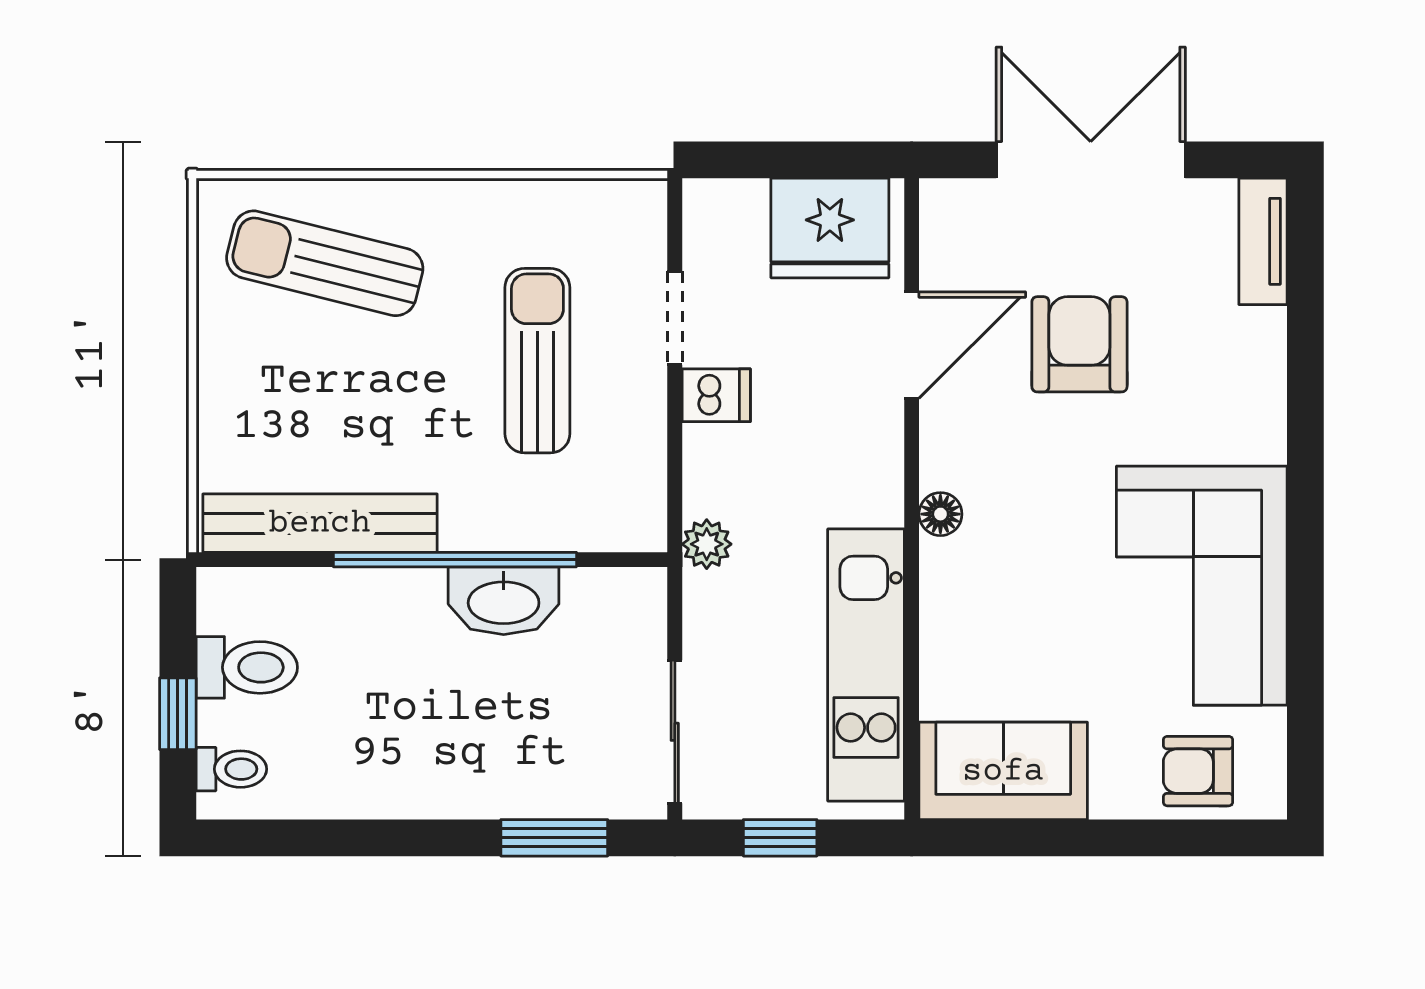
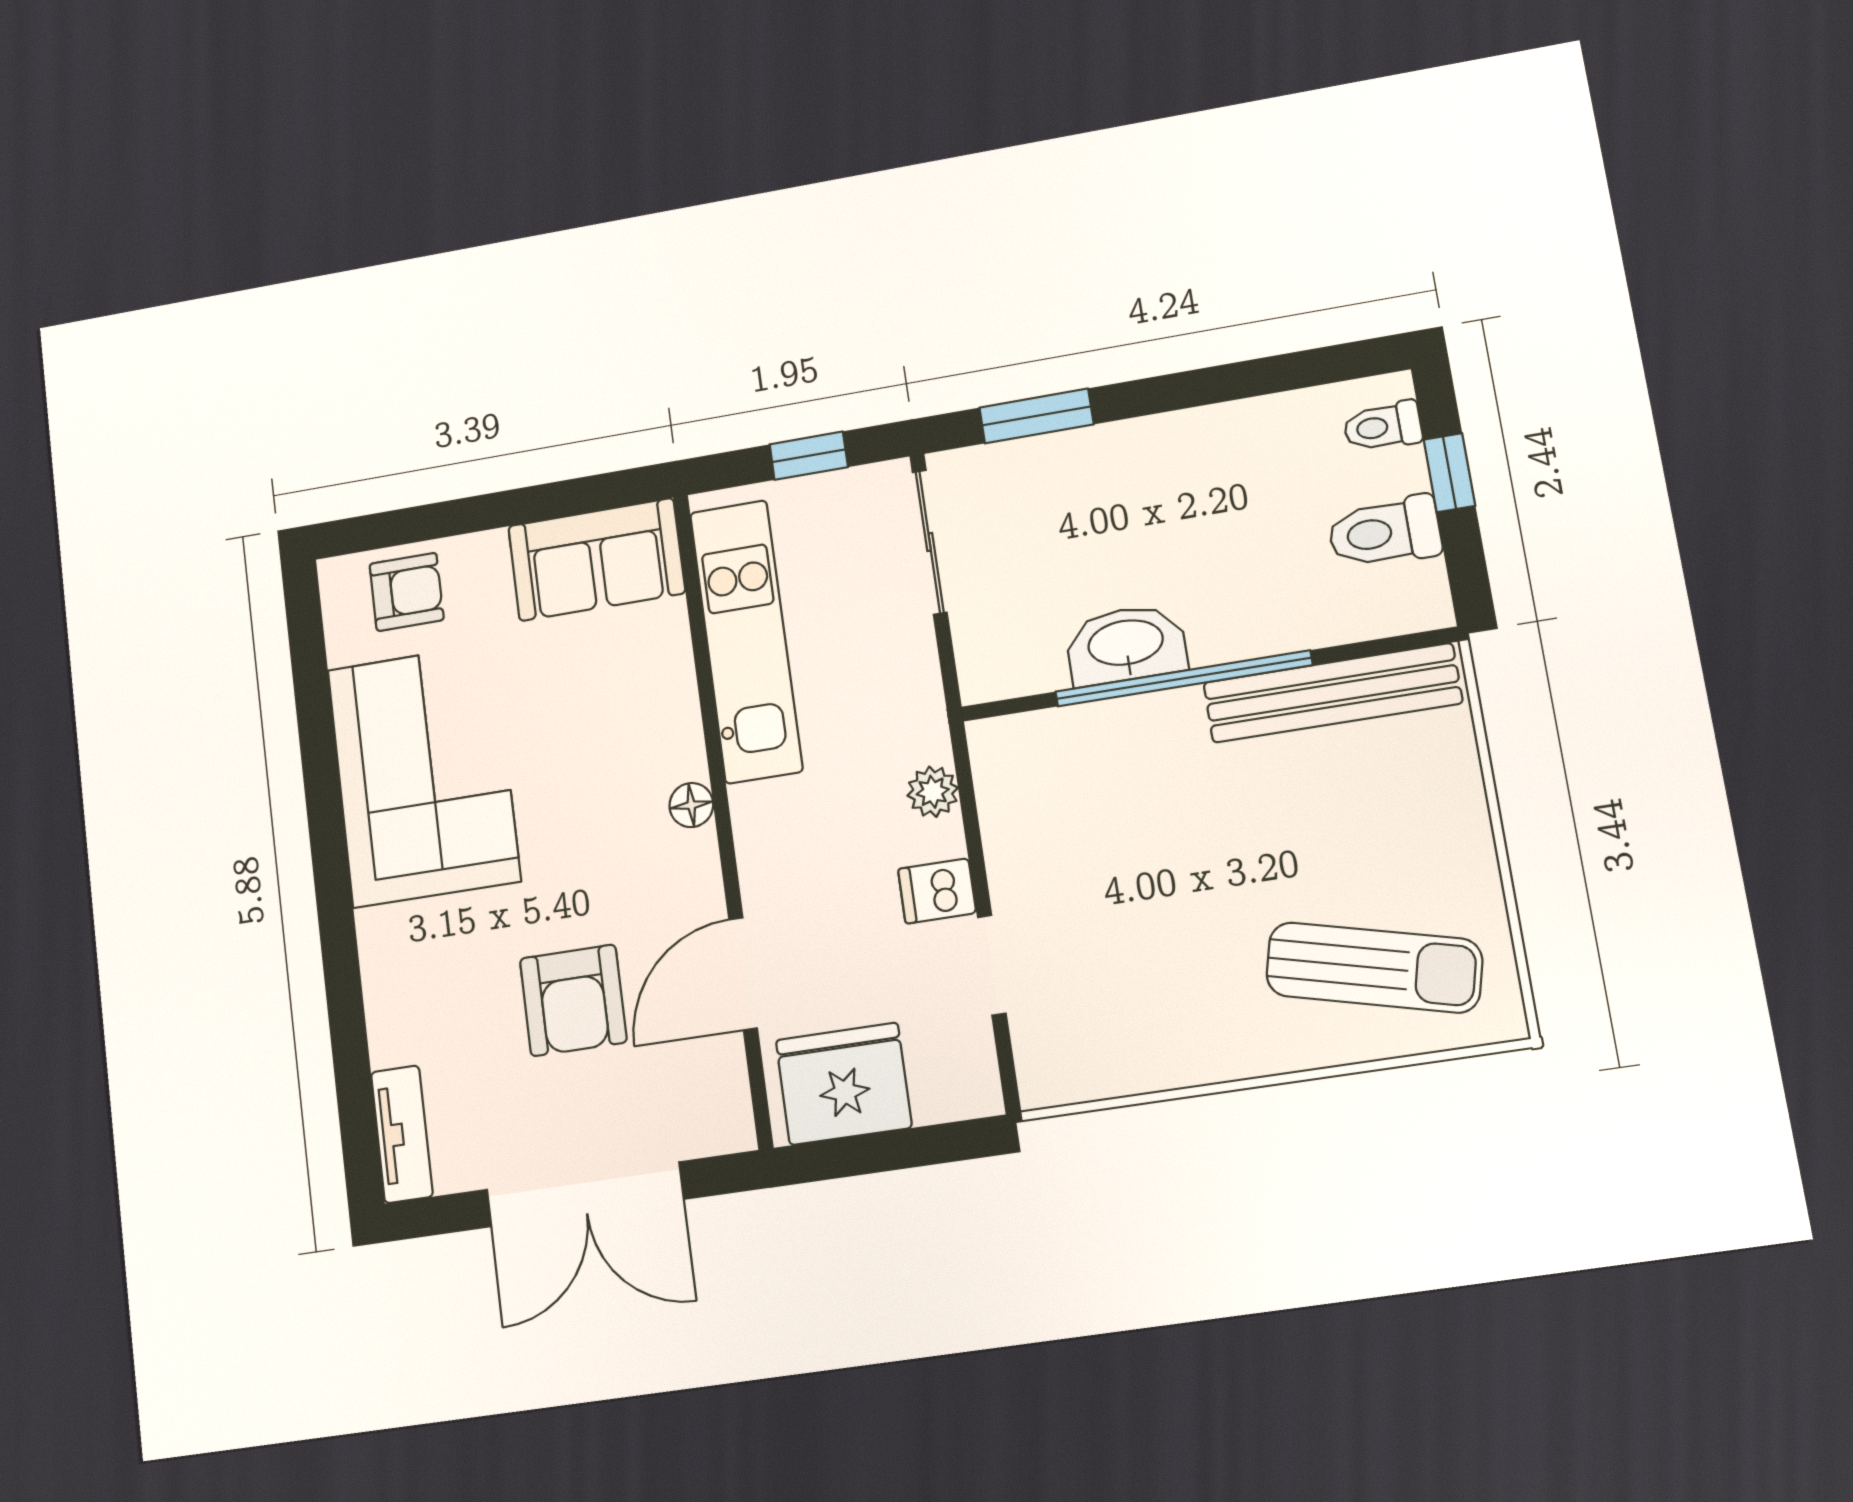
sun lounger: (537, 361) -> (1129, 898), removed
plant: (707, 544) -> (933, 792), moved

